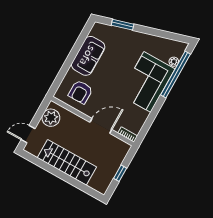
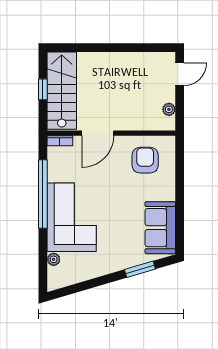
sofa: (88, 56) -> (160, 228), moved
window: (175, 74) -> (43, 194), moved
plant: (51, 118) -> (169, 109), width x0.53, depth x0.53
stairs: (67, 162) -> (62, 91), moved, turned -90

